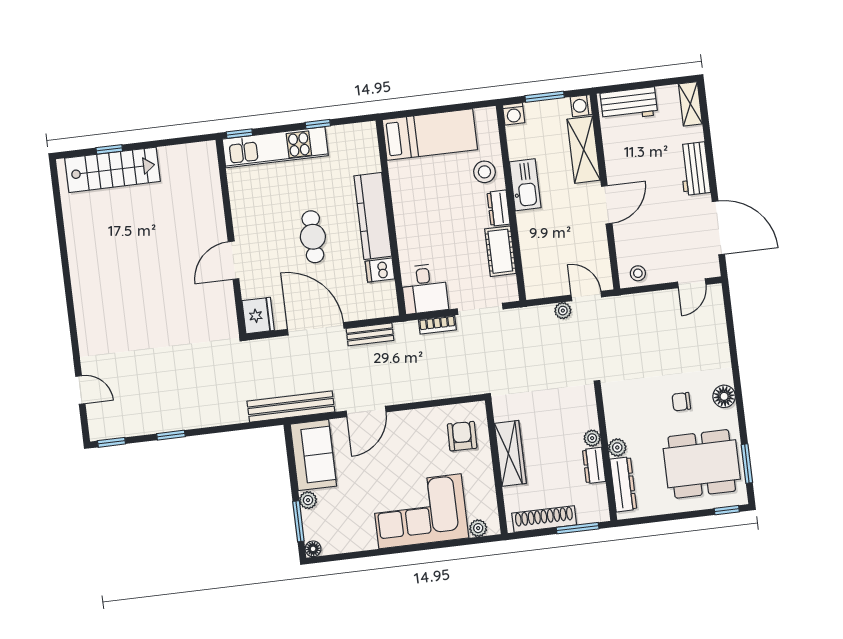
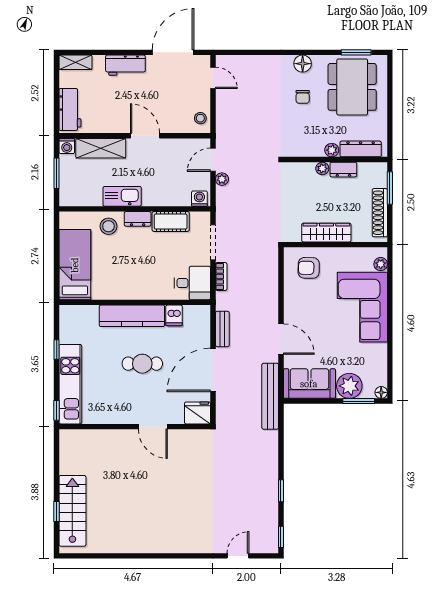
washing machine: (514, 114) -> (199, 199), moved, turned -90
plant: (308, 500) -> (349, 386), width x1.88, depth x1.88
window: (727, 510) -> (390, 72), removed

